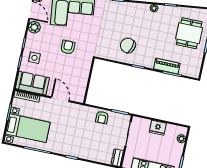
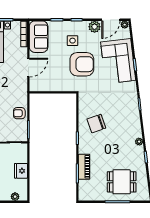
chair: (128, 45) -> (96, 124), turned -127
armchair: (68, 47) -> (82, 64), width x1.88, depth x1.88
side table: (34, 58) -> (73, 41), moved

